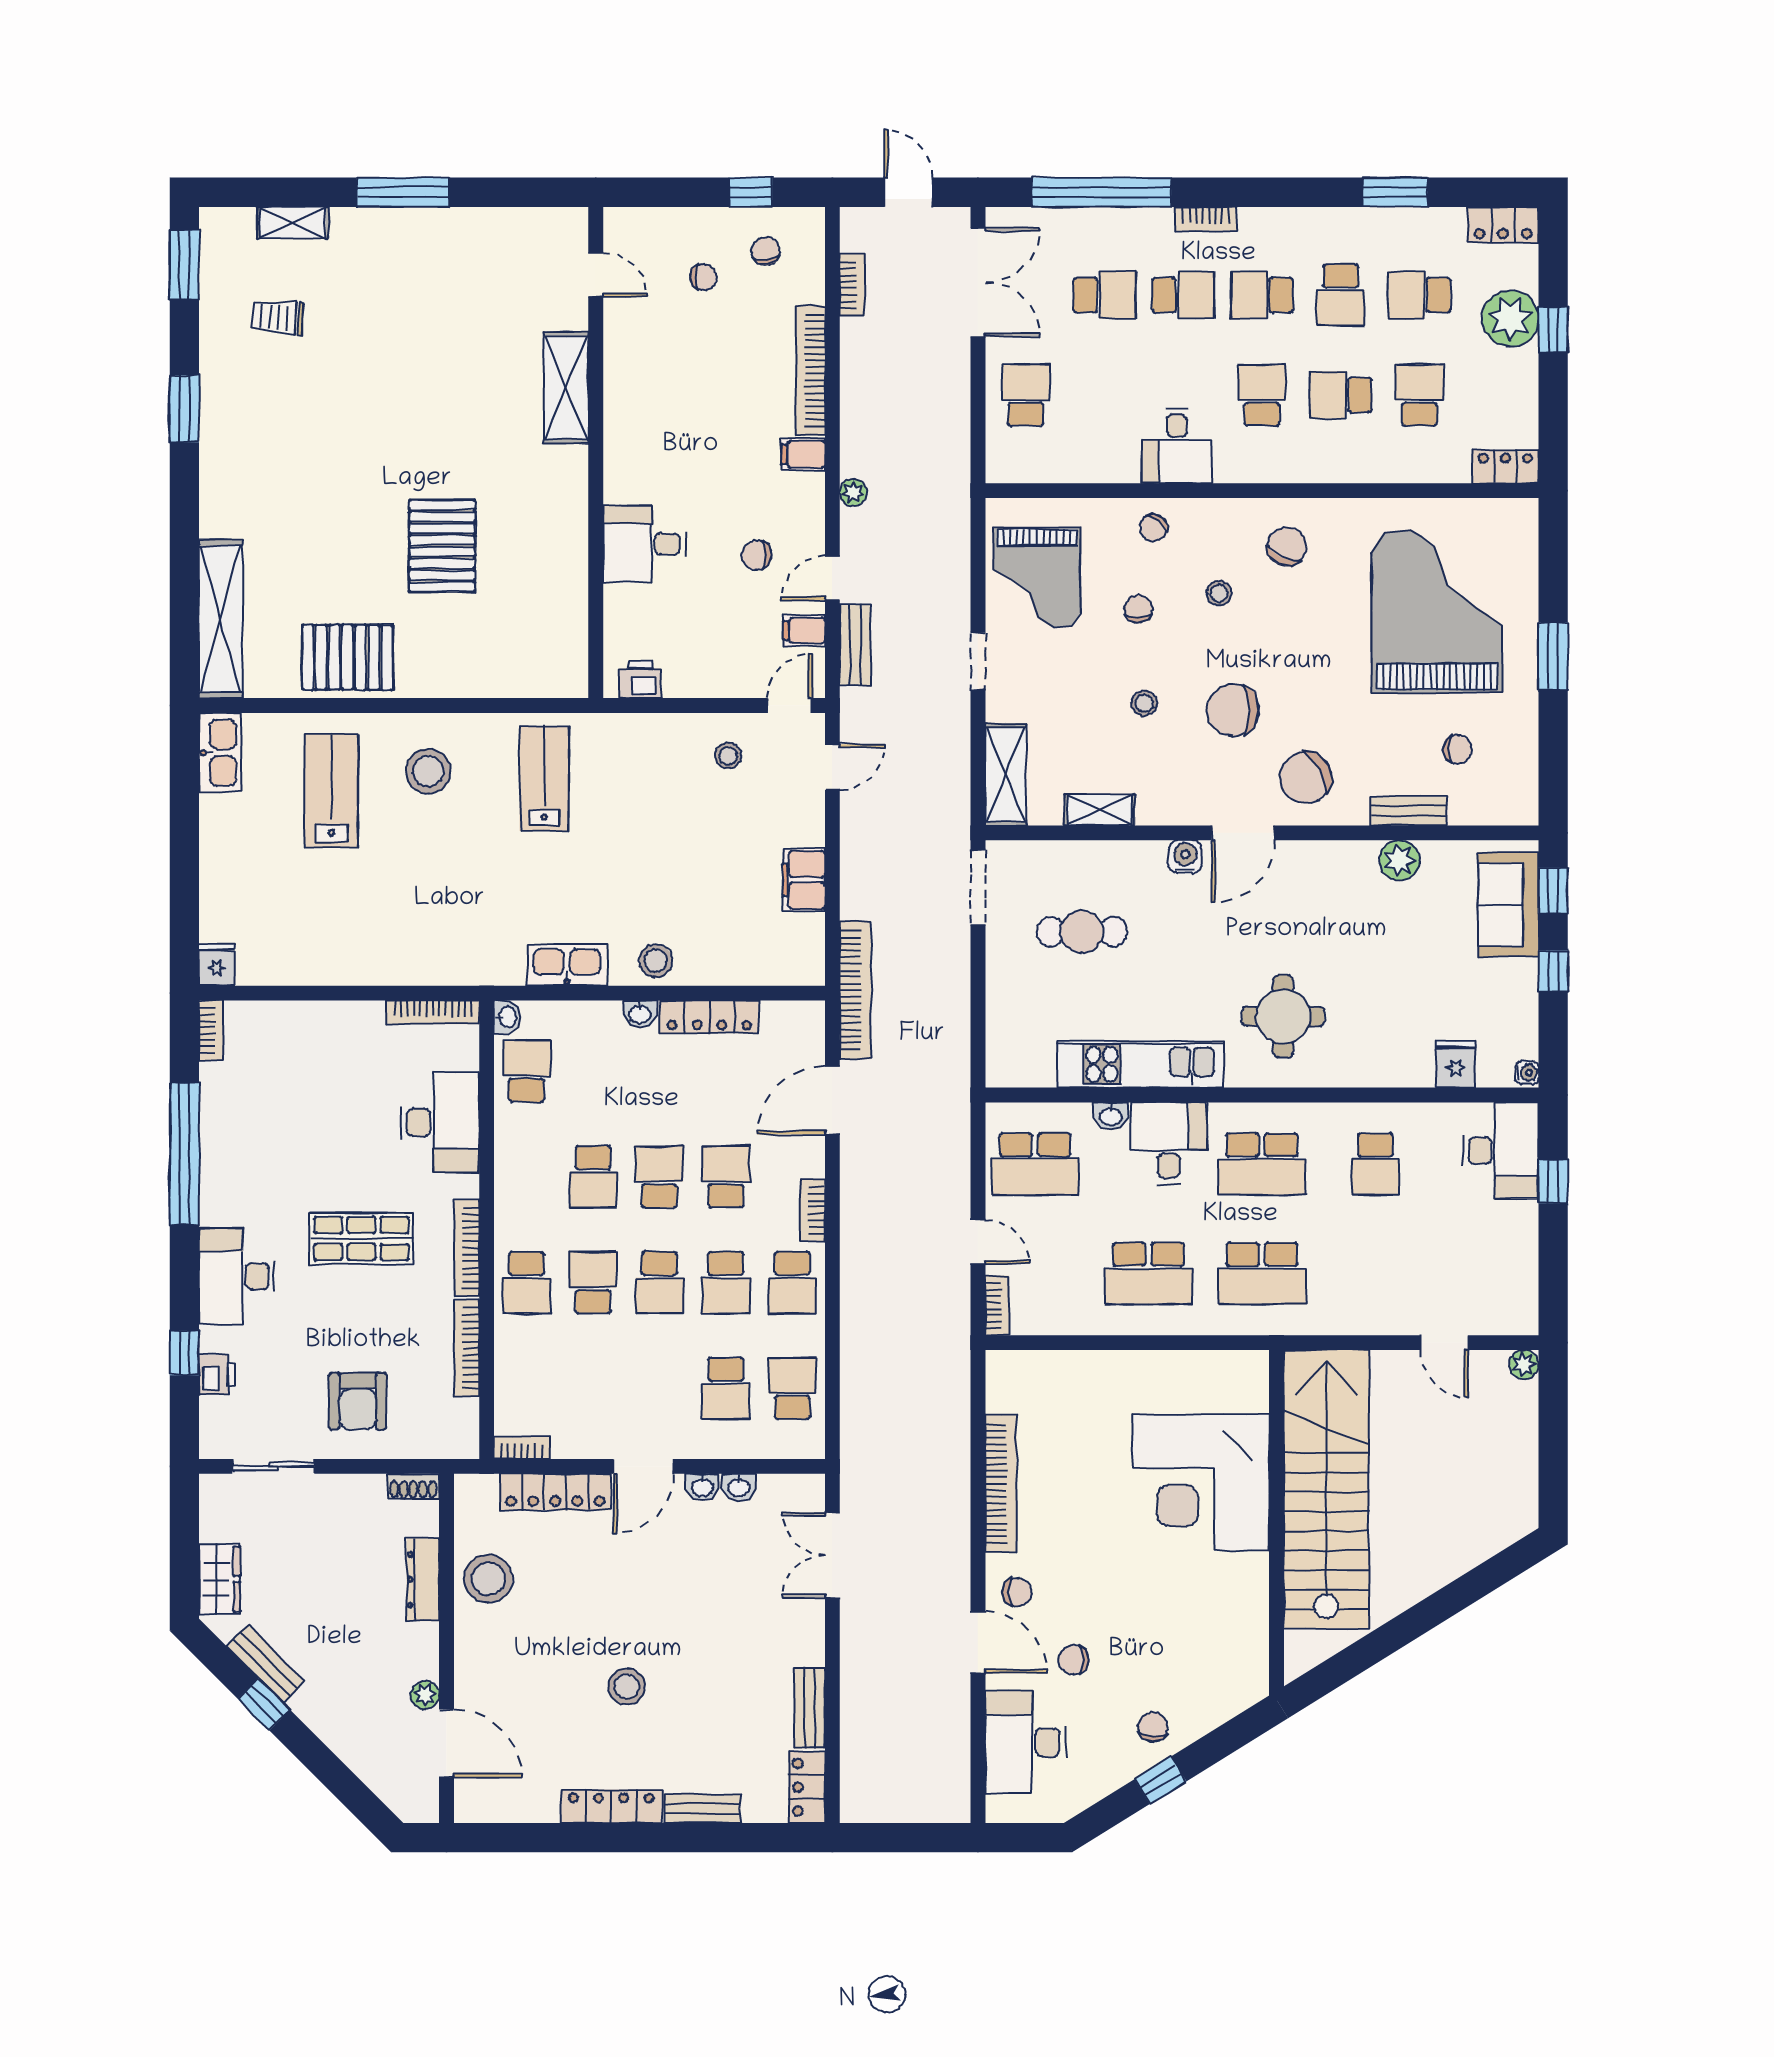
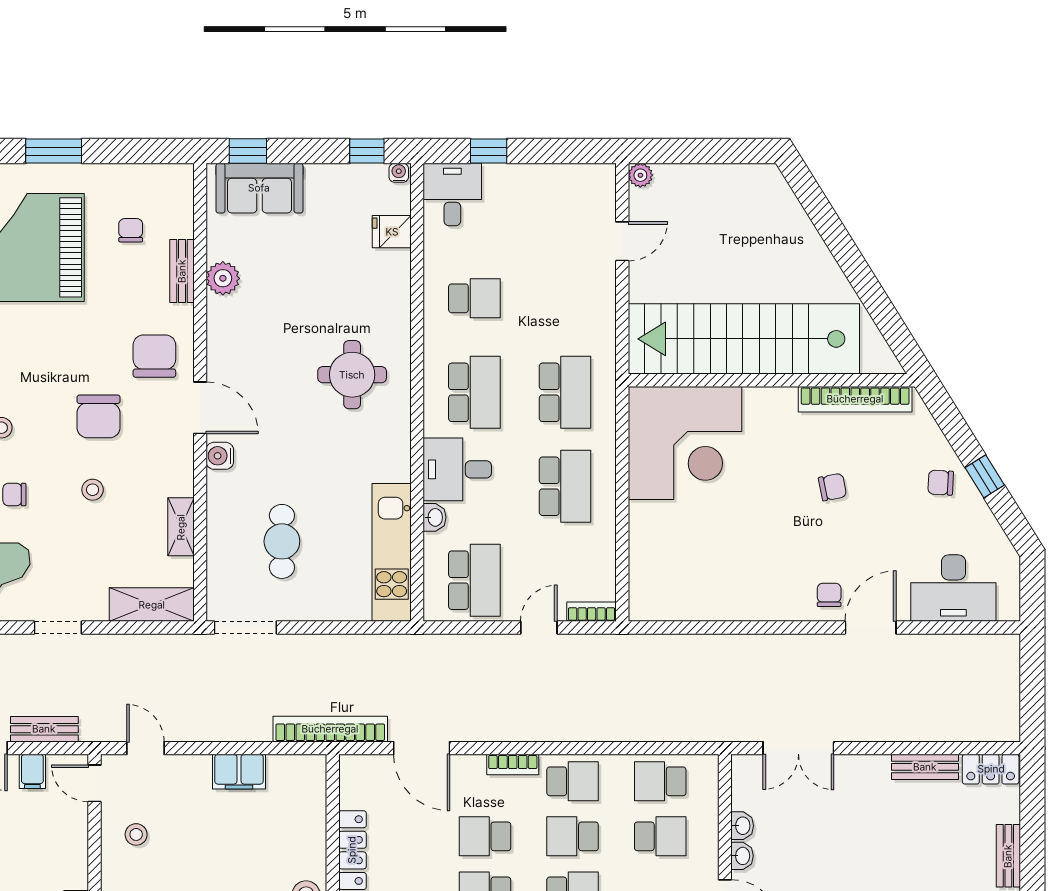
chair: (1306, 778) -> (154, 356), turned -150
window: (1553, 971) -> (367, 151), moved
kitchen unit: (1140, 1064) -> (392, 552), moved
desk: (1501, 1151) -> (452, 194), width x0.73
school desk: (726, 1283) -> (573, 836), turned 180
corner desk: (1201, 1482) -> (685, 443), moved
bookcase: (1001, 1484) -> (855, 399), moved, turned 180
chair: (1074, 1660) -> (832, 487), moved, turned -101

